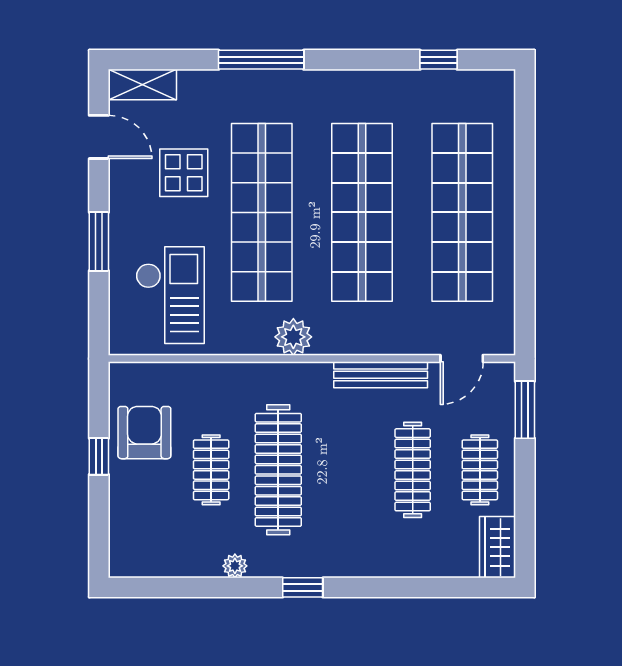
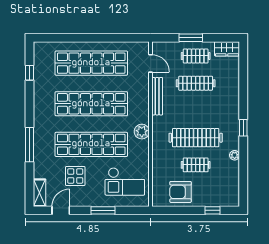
checkout: (170, 295) -> (125, 181), turned 180
window: (525, 410) -> (191, 38), moved
window: (99, 456) -> (212, 210), moved

